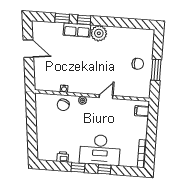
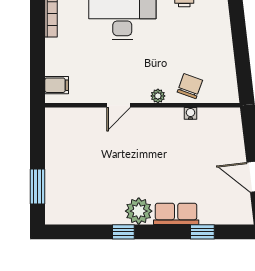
window: (84, 20) -> (123, 232), moved
chair: (138, 64) -> (69, 165), removed
window: (156, 70) -> (38, 187), moved

